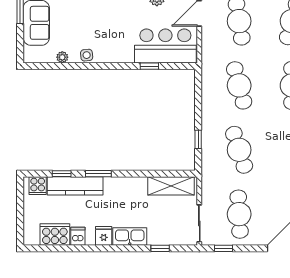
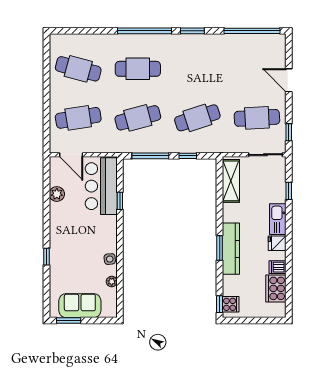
window: (198, 99) -> (150, 156), added
window: (62, 174) -> (220, 304), moved
kitchen counter: (75, 186) -> (231, 249), moved

